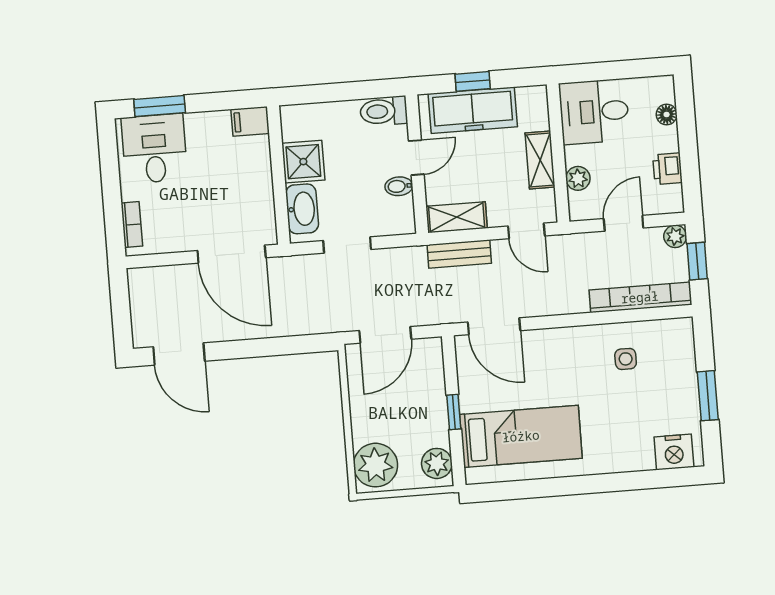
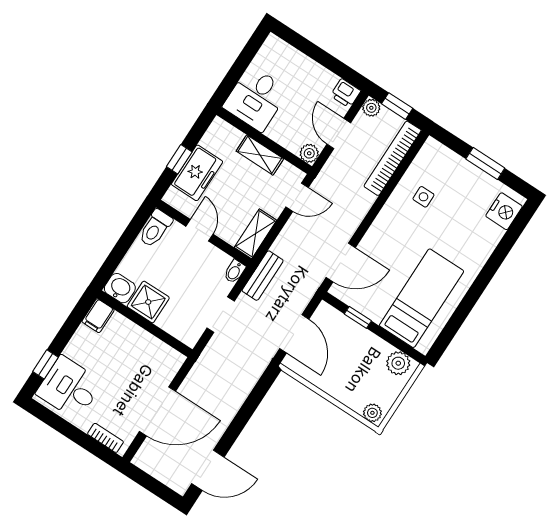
window: (160, 106) -> (46, 364), width x0.67
freezer: (473, 110) -> (197, 173), width x0.71
floor lamp: (667, 114) -> (292, 55), removed
printer: (667, 169) -> (346, 93), moved
plant: (578, 178) -> (309, 153), moved
bidet: (399, 186) -> (235, 271), moved
washbasin: (302, 209) -> (120, 288), moved, width x0.72
door: (232, 254) -> (158, 411), moved
bench: (459, 254) -> (263, 276), moved
window: (454, 412) -> (358, 317), moved
plant: (375, 465) -> (372, 413), width x0.53, depth x0.53

